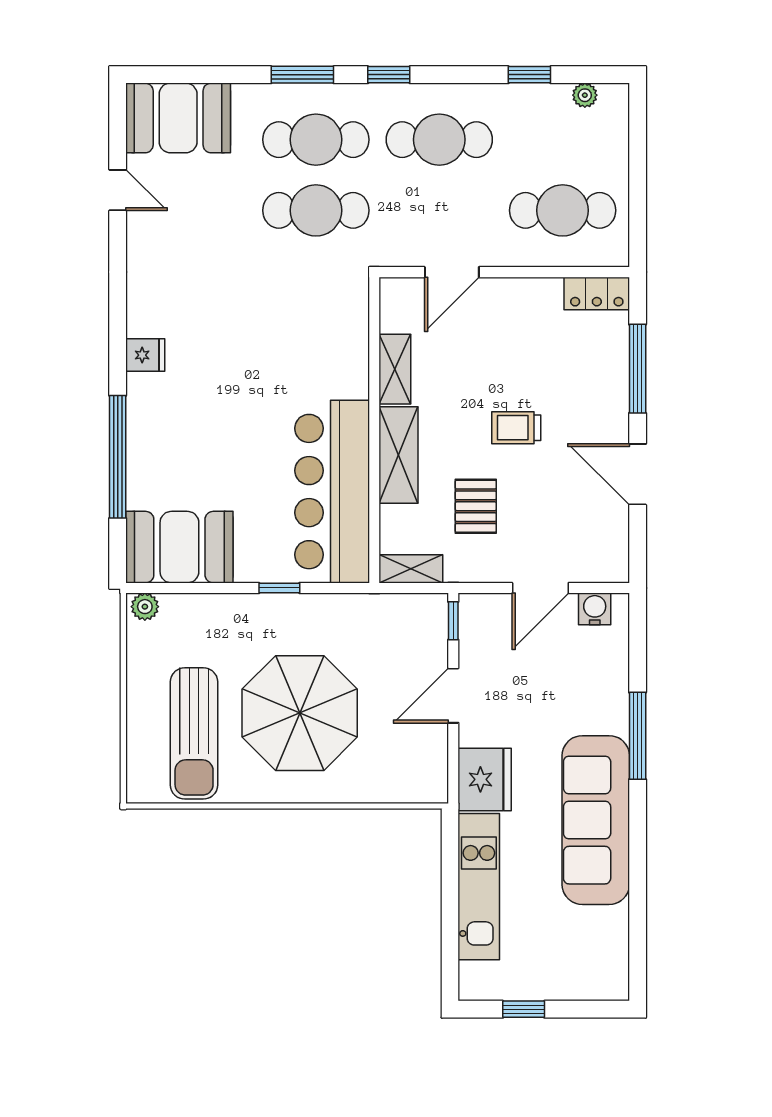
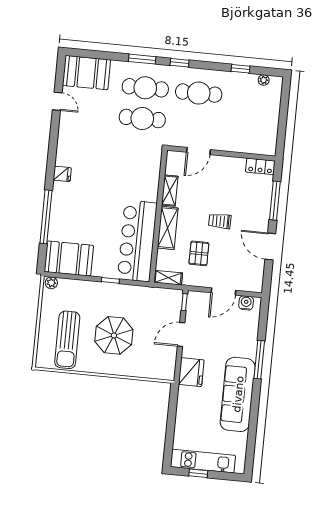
cafe table: (563, 210) -> (249, 129), removed
parasol: (300, 713) -> (114, 335), width x0.73, depth x0.73
kitchen unit: (479, 887) -> (203, 461), moved, turned -90

